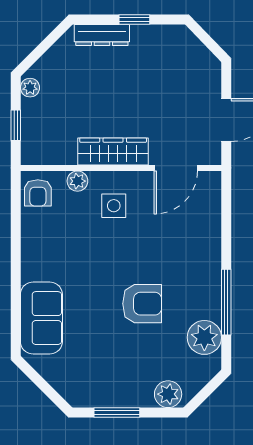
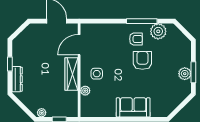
door: (176, 168) -> (79, 45), swing flipped
armchair: (38, 193) -> (136, 39), moved
sofa: (41, 318) -> (133, 107), moved
plant: (168, 394) -> (185, 74), moved

